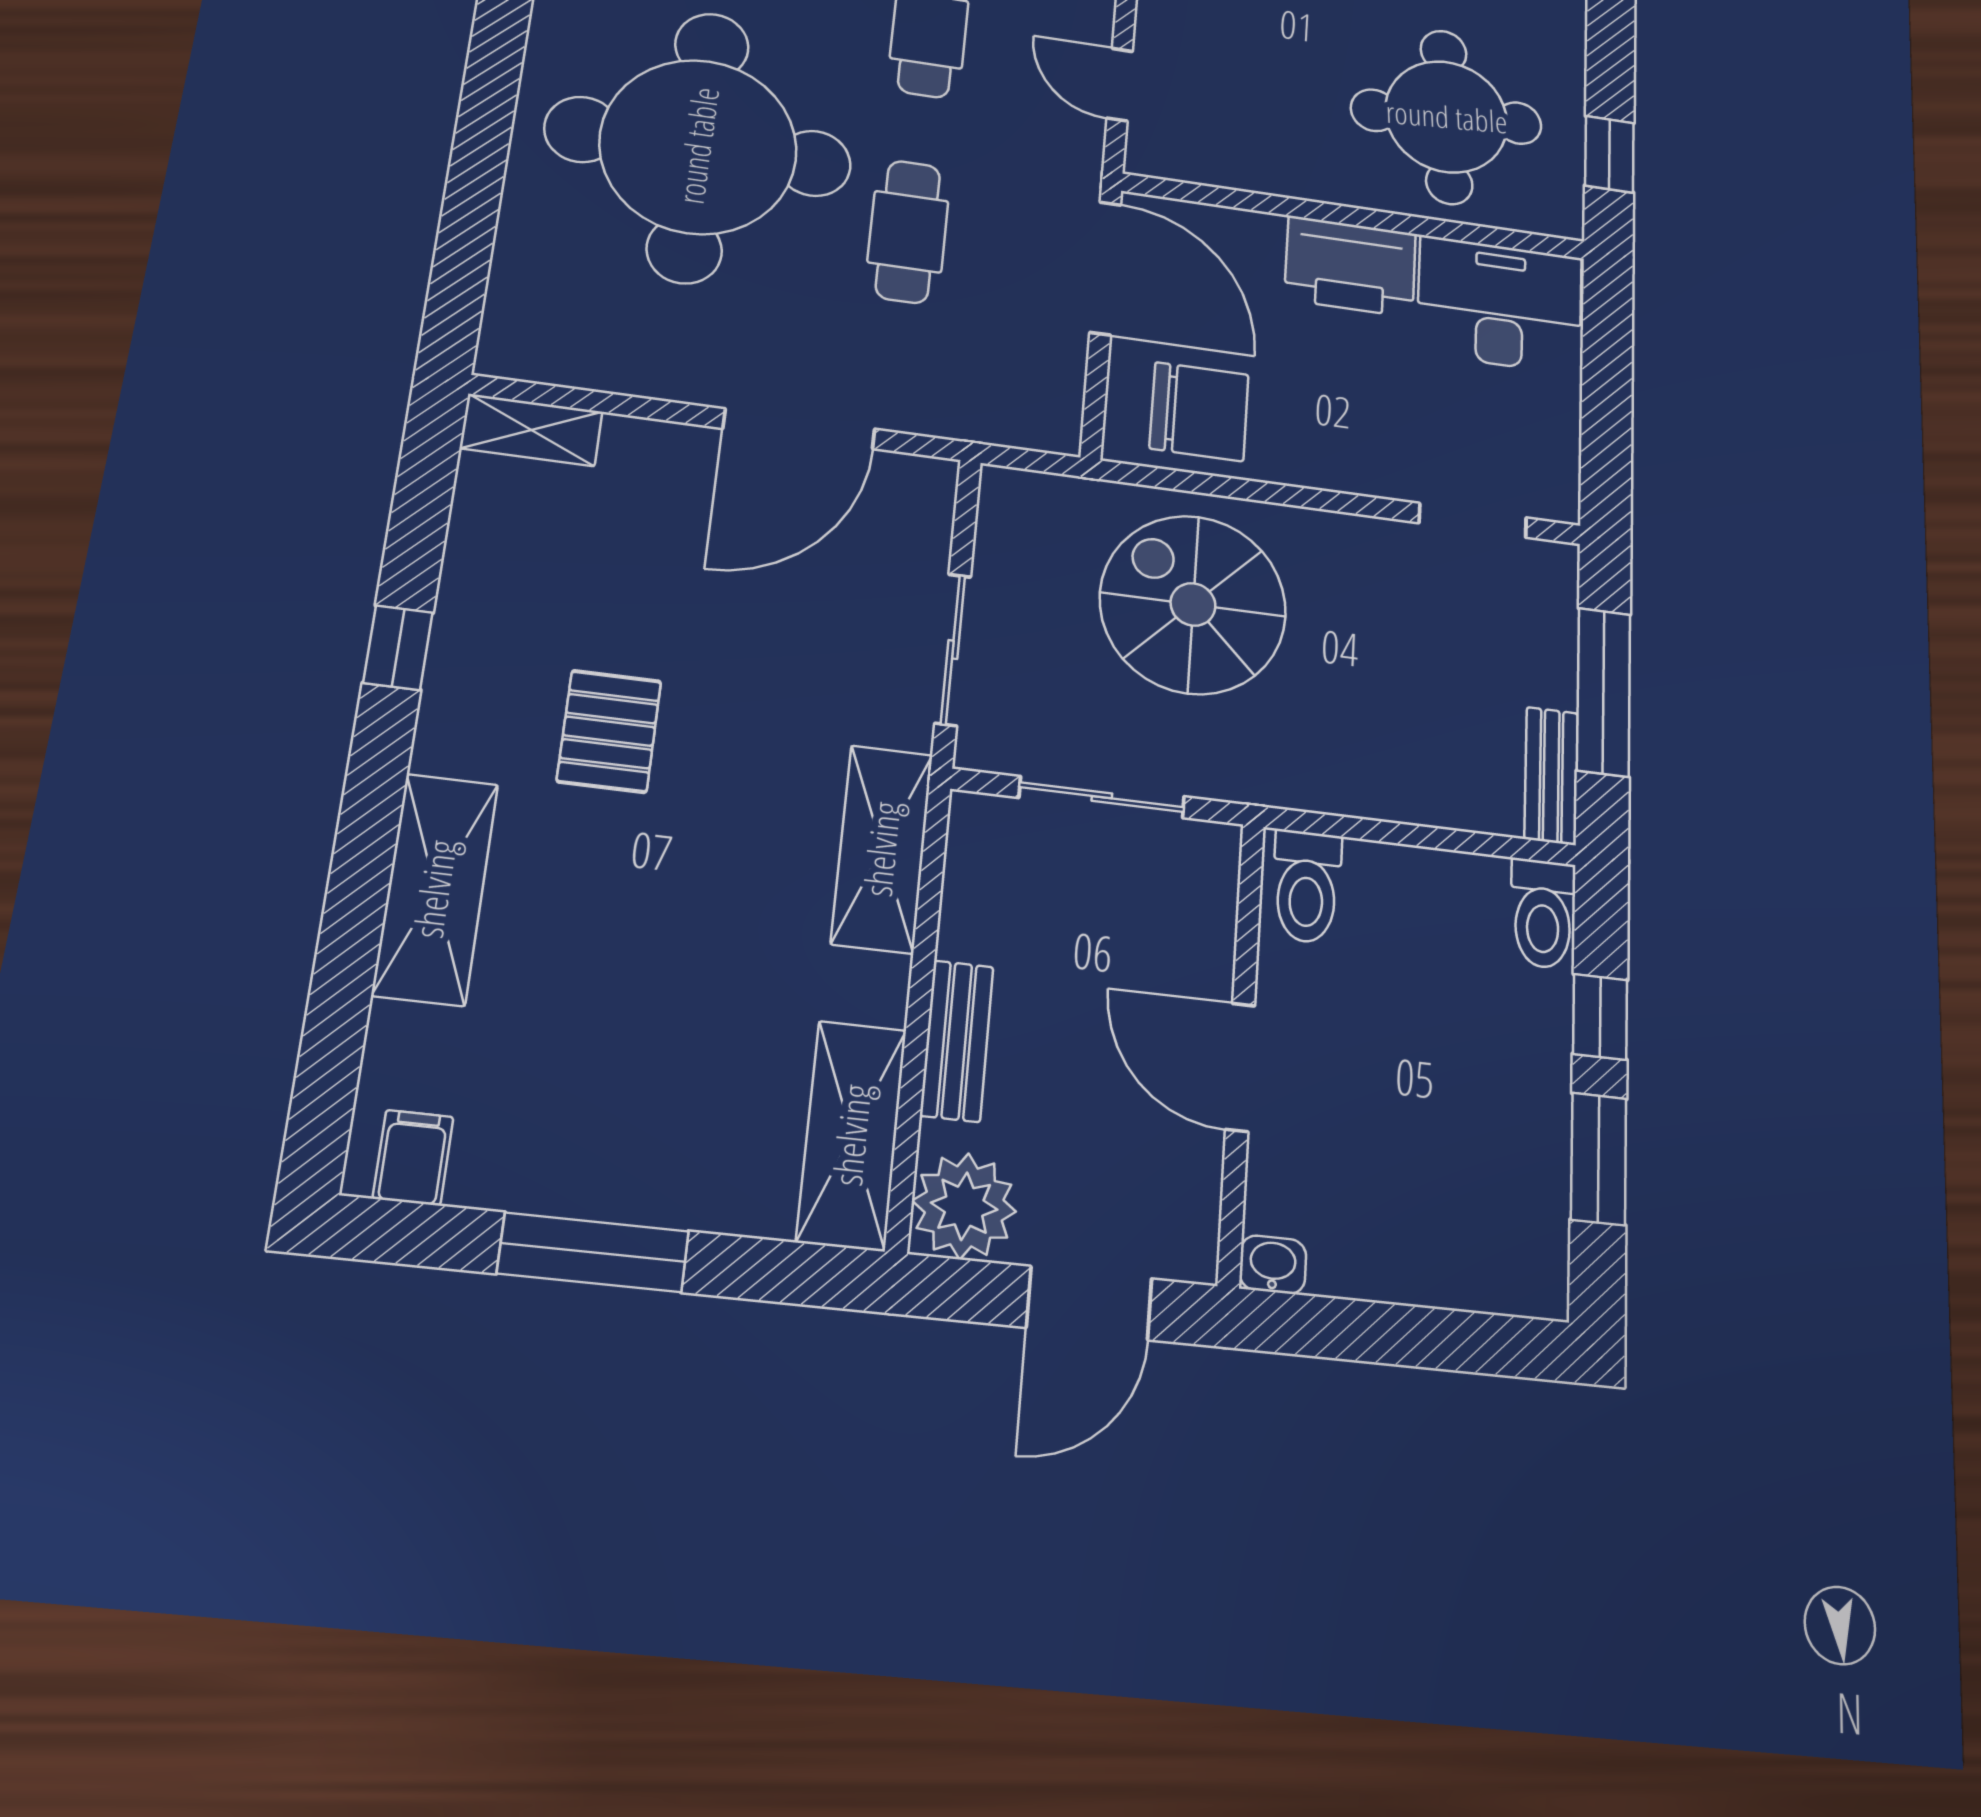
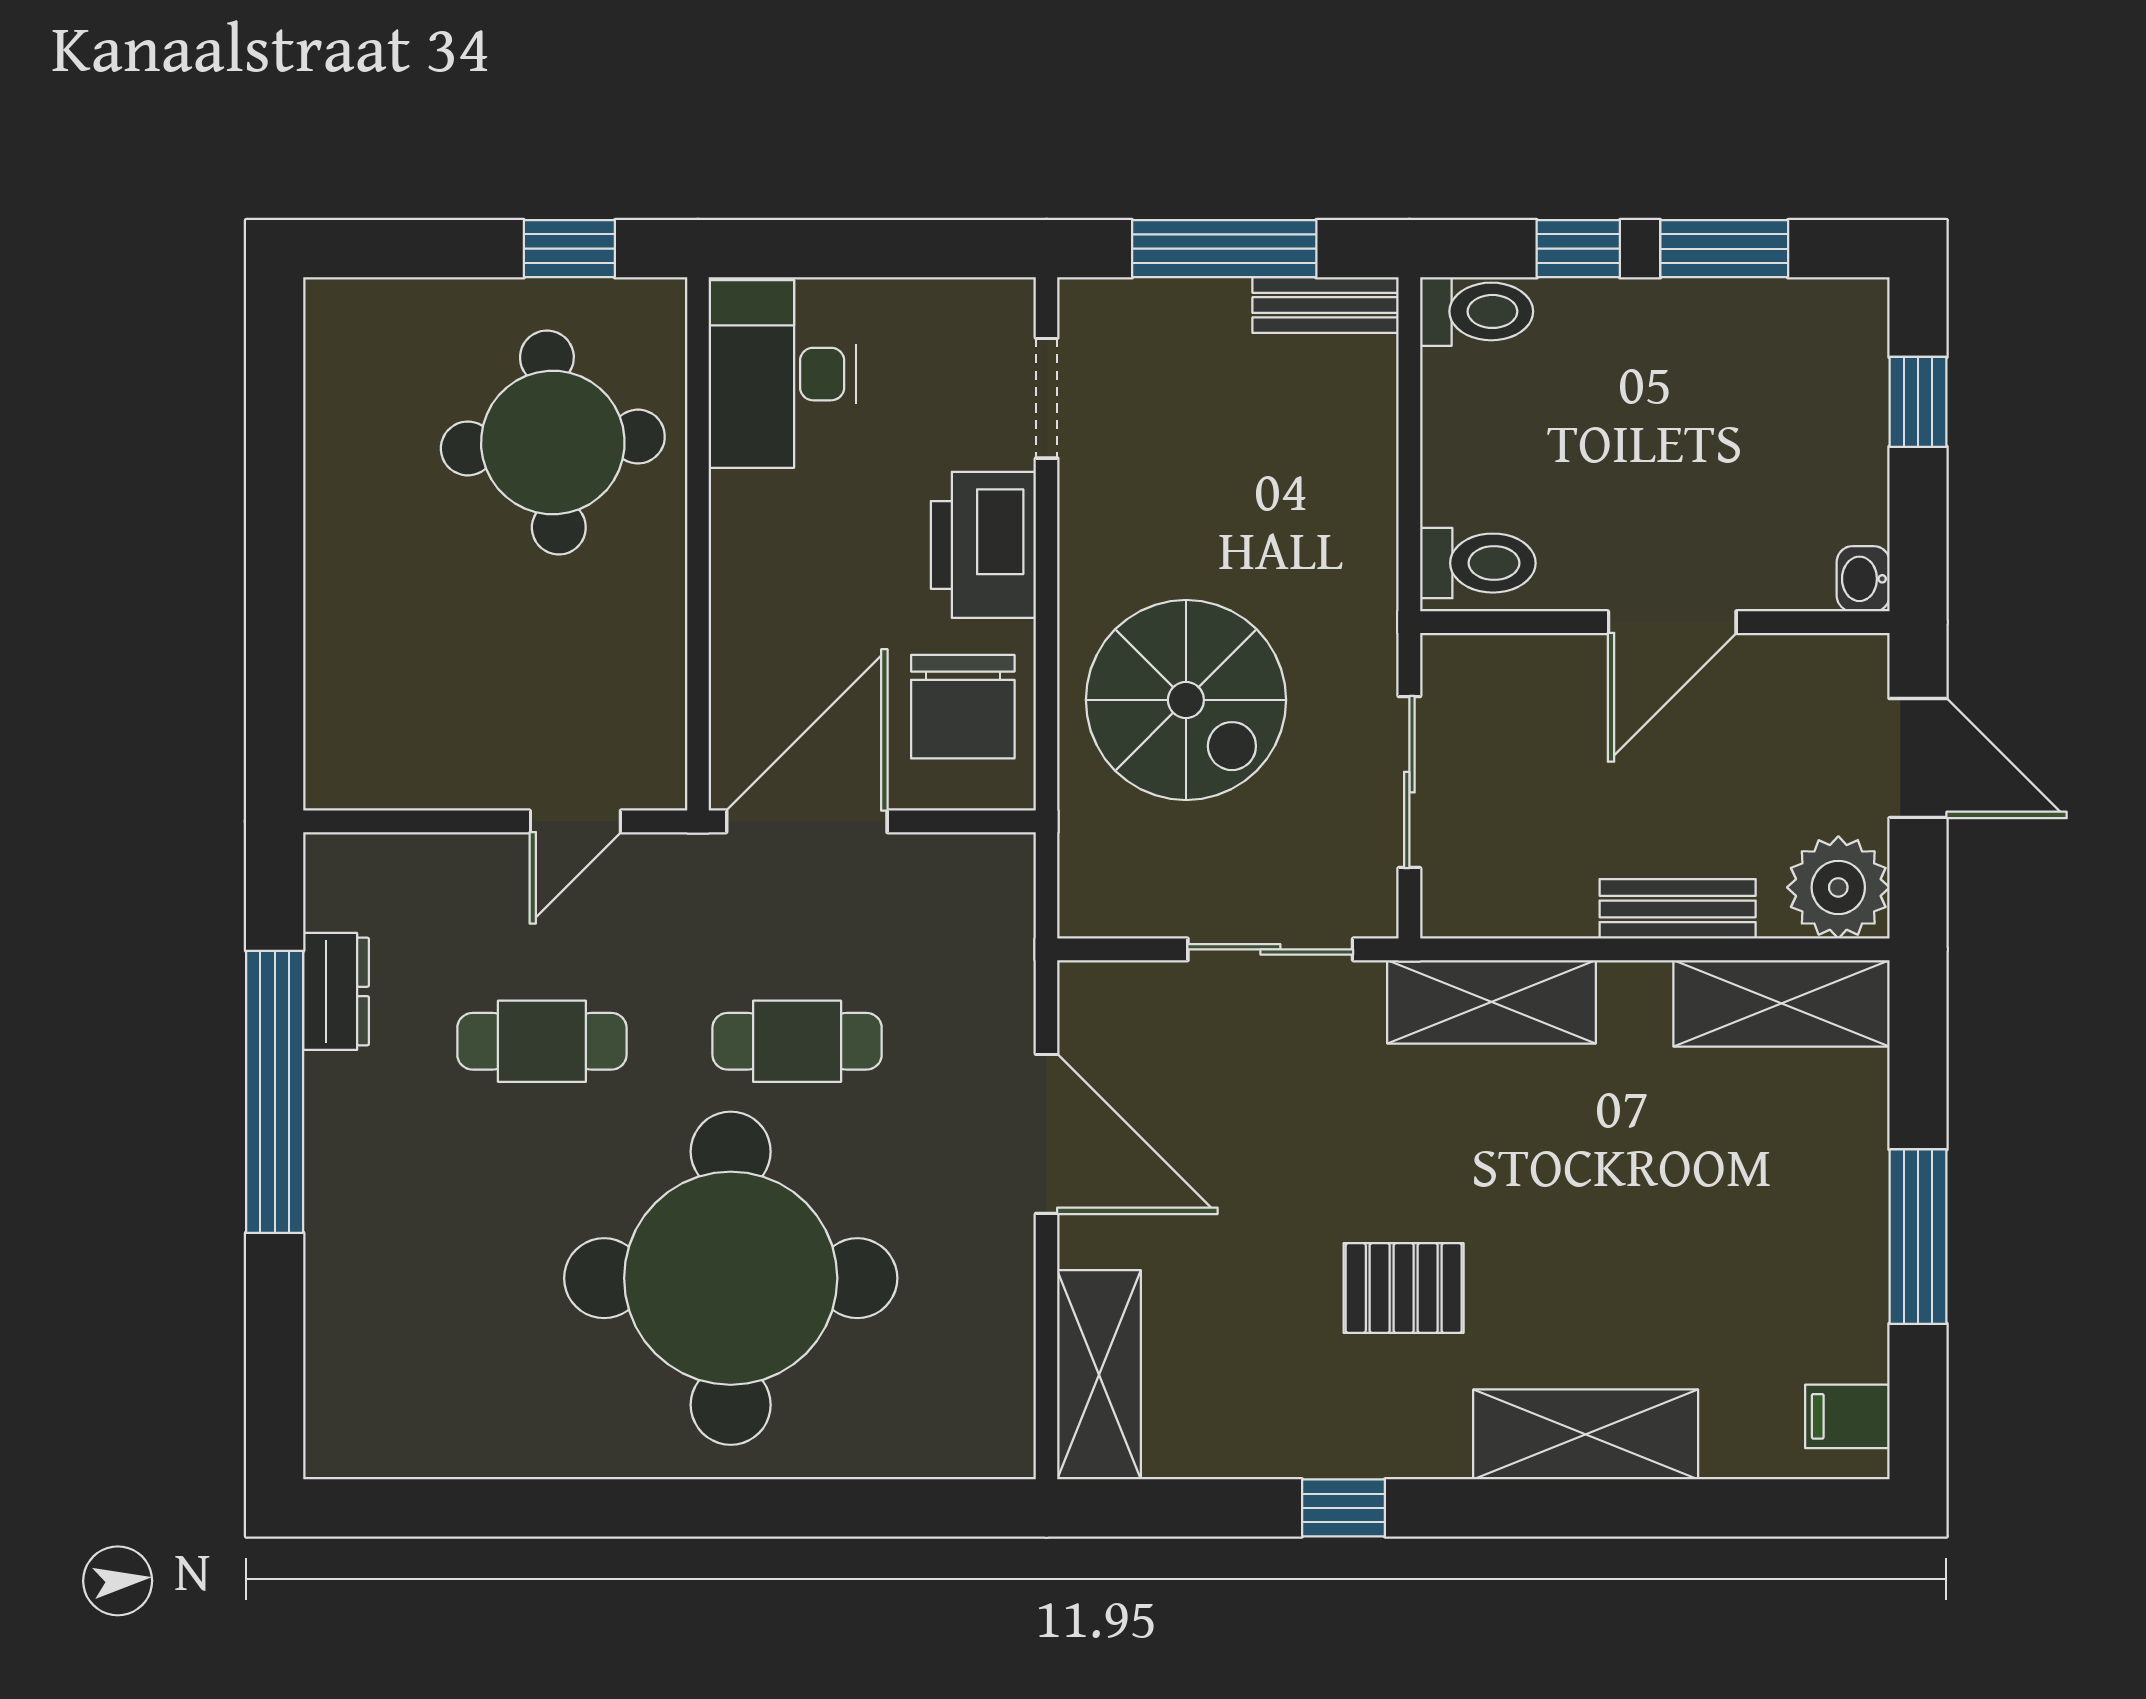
printer: (1350, 266) -> (983, 545), moved, turned 180
chair: (1199, 412) -> (963, 707), turned 180
shelving: (531, 430) -> (1099, 1375), width x1.50, depth x1.33
spiral stairs: (1193, 604) -> (1186, 700), turned -90
window: (1446, 1340) -> (1918, 402), added

